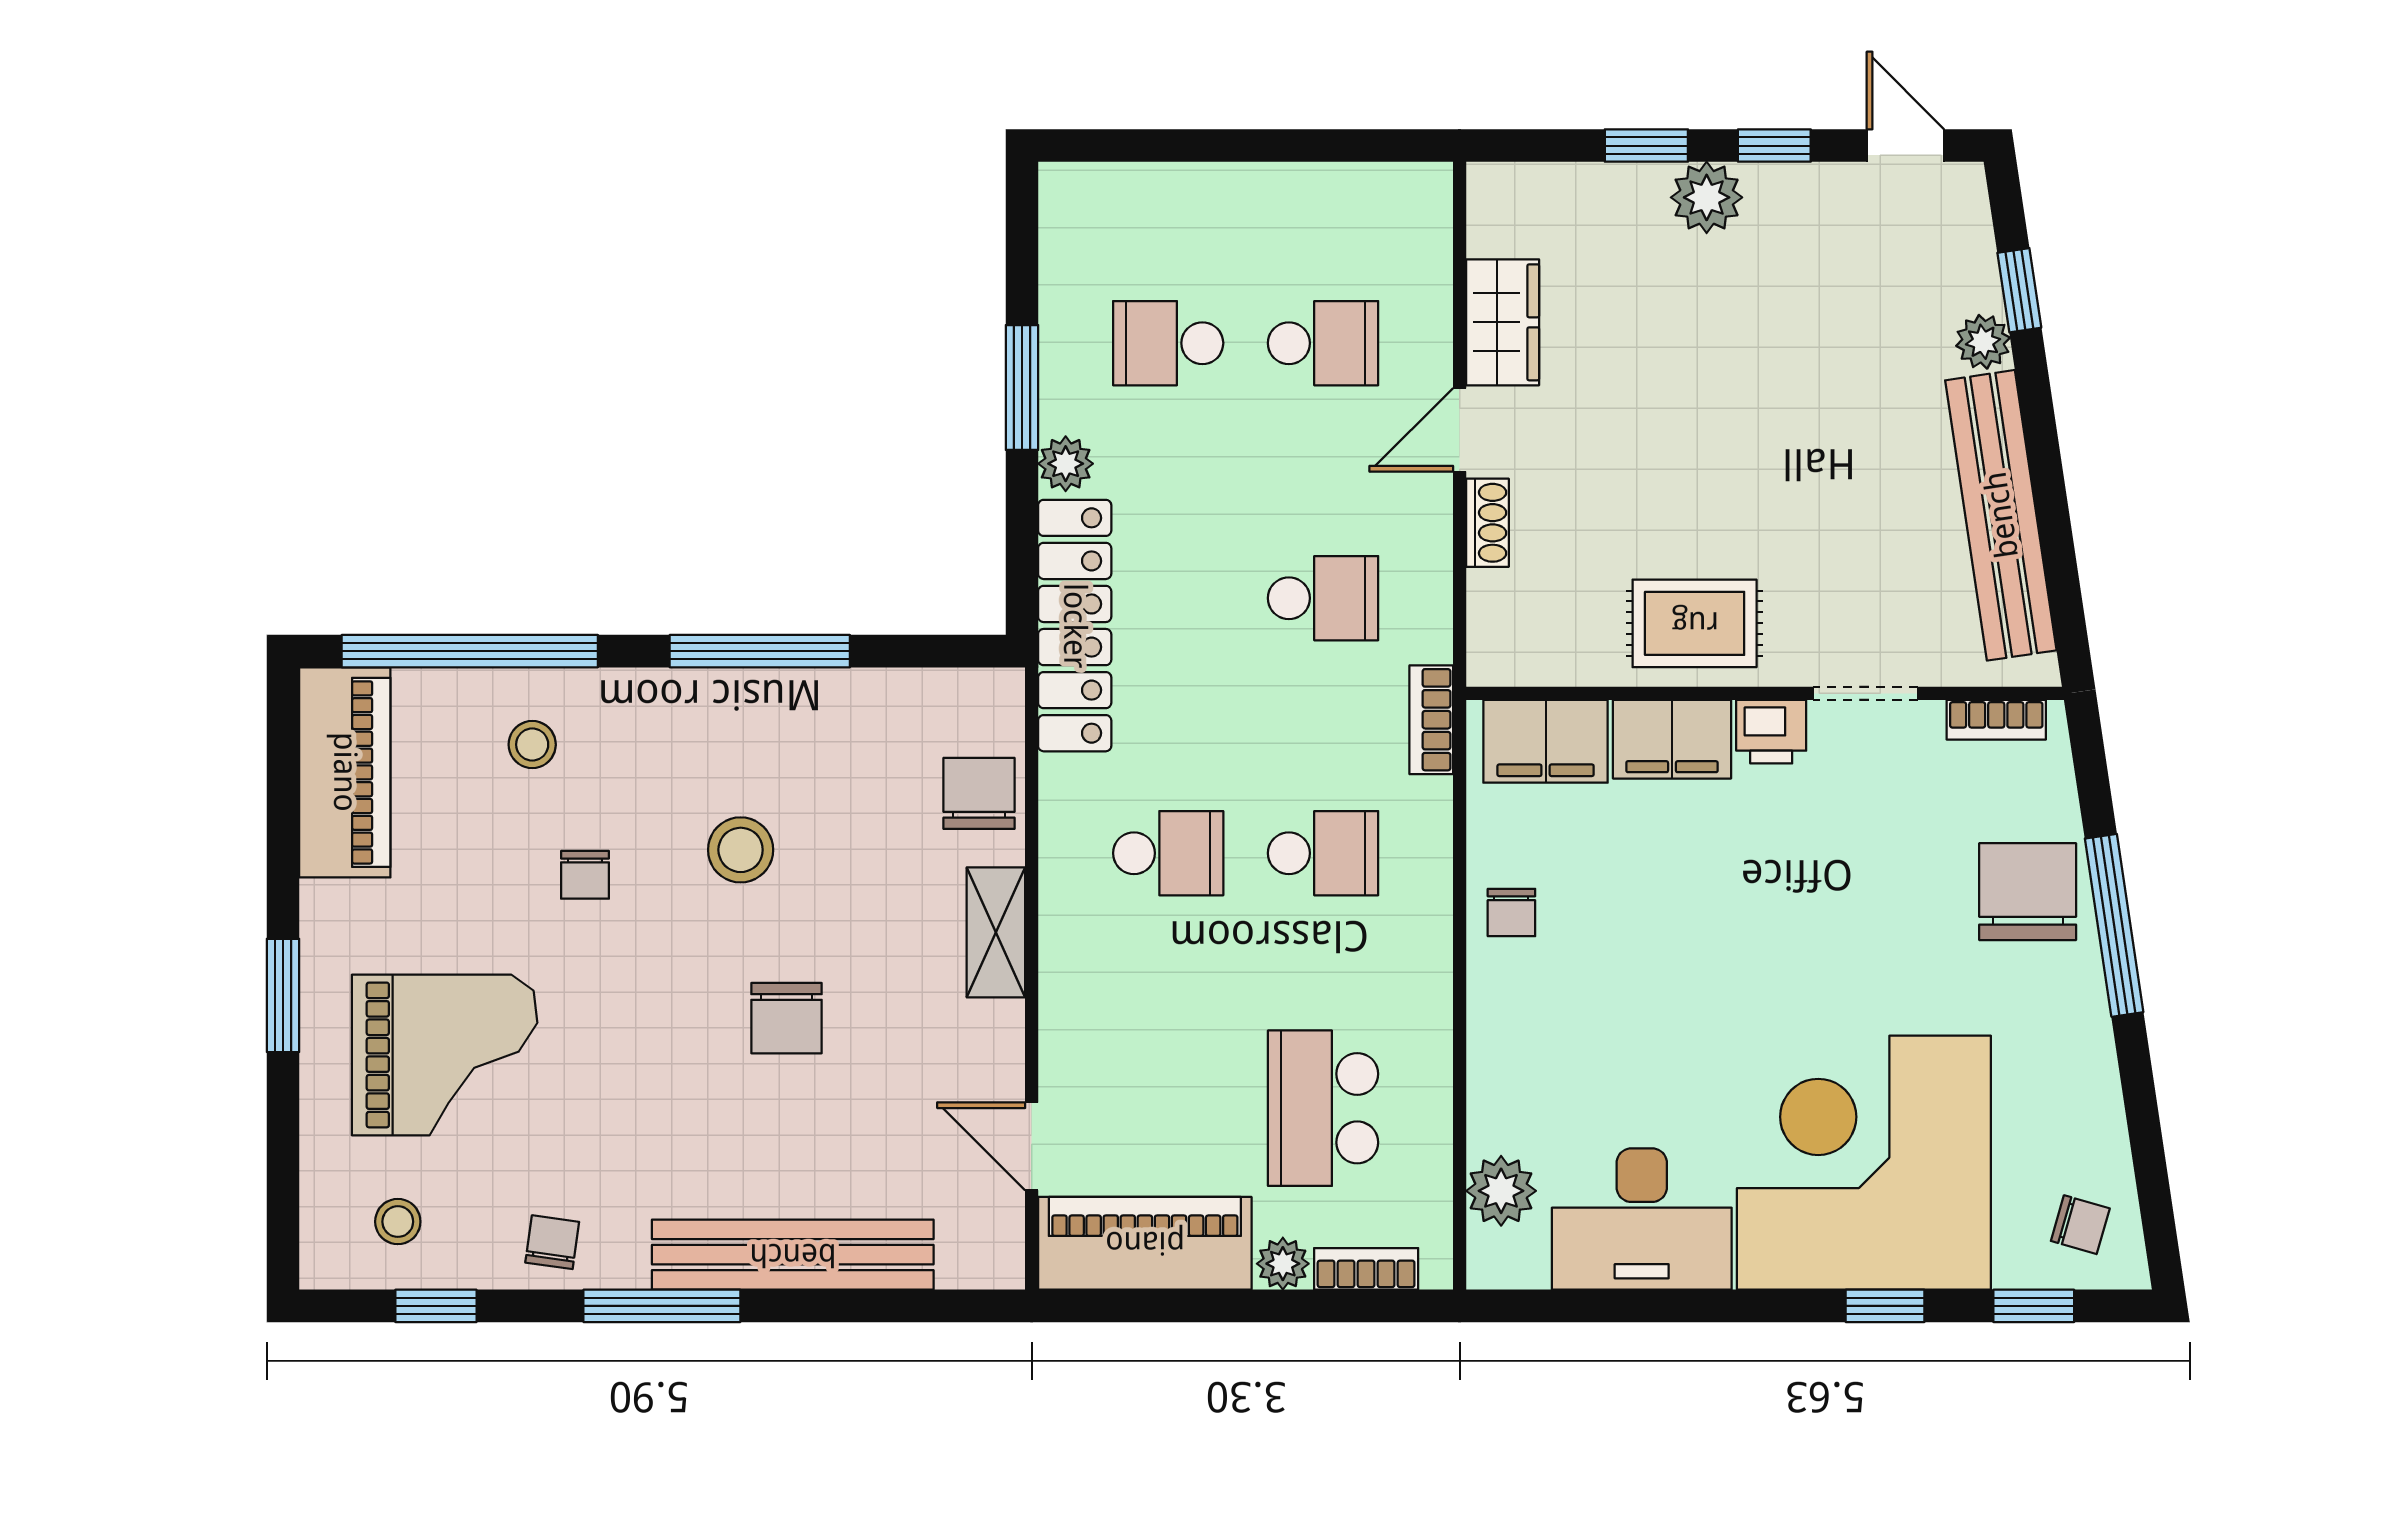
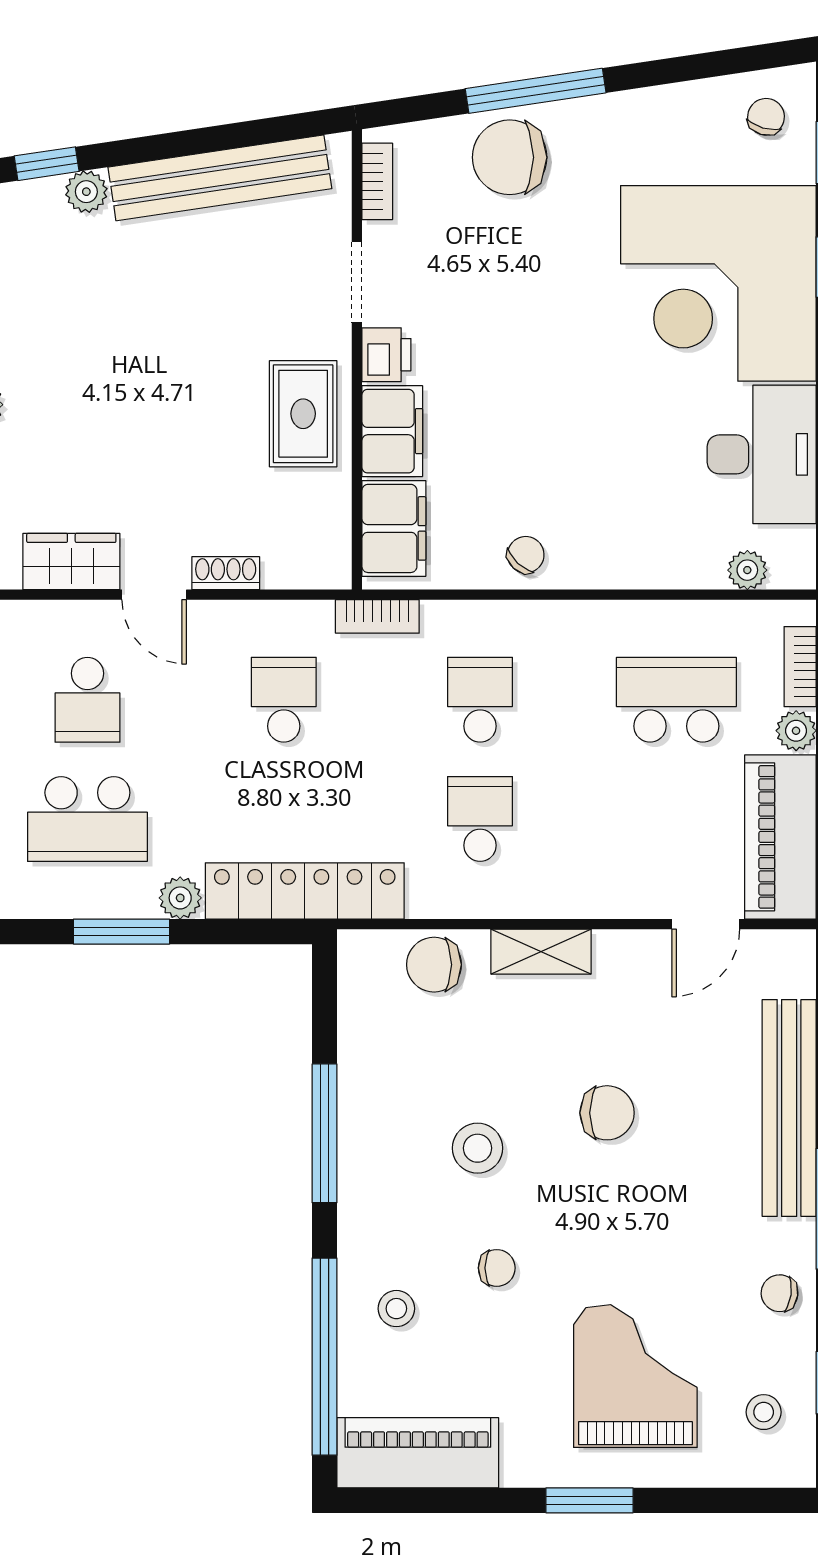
school desk: (1168, 343) -> (87, 819), width x1.85
school desk: (1323, 343) -> (87, 700), turned 180
chair: (1511, 912) -> (526, 555), turned -47
school desk: (1323, 1108) -> (676, 700), turned 180
plant: (1501, 1191) -> (747, 570), width x0.73, depth x0.73

